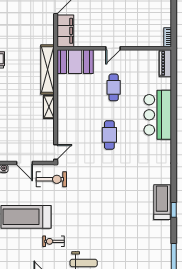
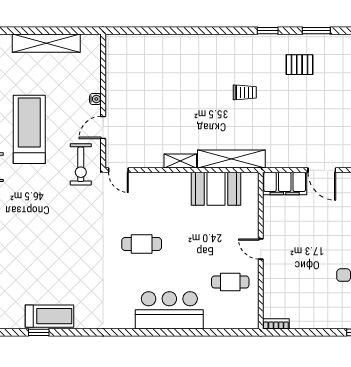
booth: (75, 62) -> (216, 189), moved, turned 90
piano: (165, 63) -> (240, 321), removed
cafe table: (114, 87) -> (230, 282), moved

